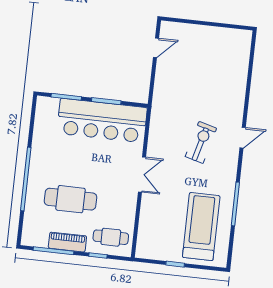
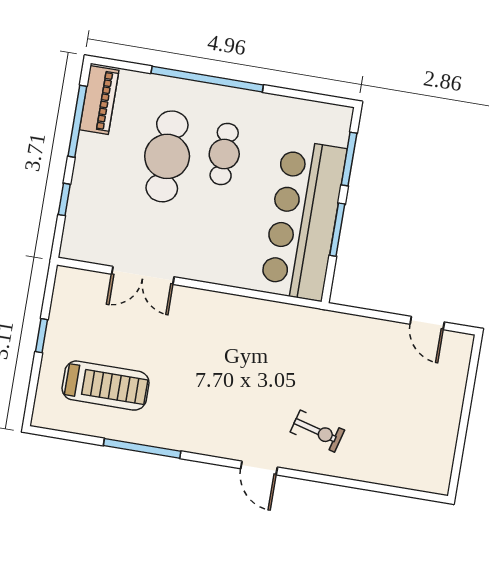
exercise bike: (201, 142) -> (317, 431), moved, width x0.73, depth x0.72
double door: (142, 174) -> (143, 275), moved
treadmill: (201, 227) -> (106, 386), width x0.73, depth x0.73
cafe table: (111, 237) -> (224, 154), moved
piano: (67, 242) -> (99, 100), moved

